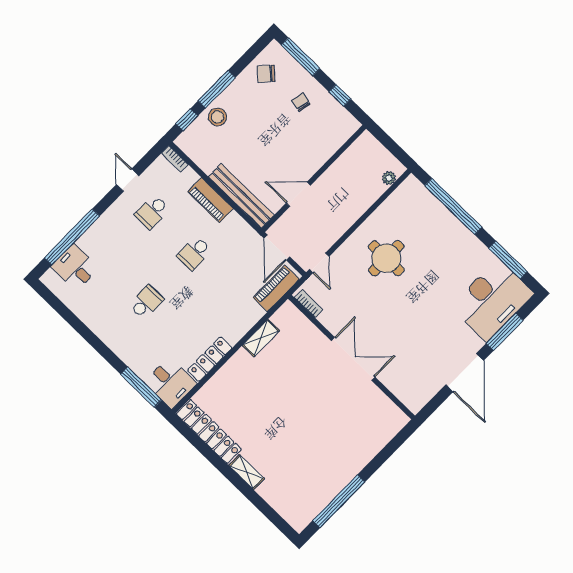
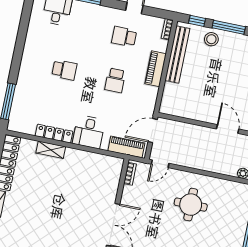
door: (298, 194) -> (228, 129), moved
bench: (241, 196) -> (177, 54), moved
school desk: (194, 253) -> (115, 80), turned -90
shelving: (261, 338) -> (51, 150), moved
desk: (170, 383) -> (89, 132), moved

